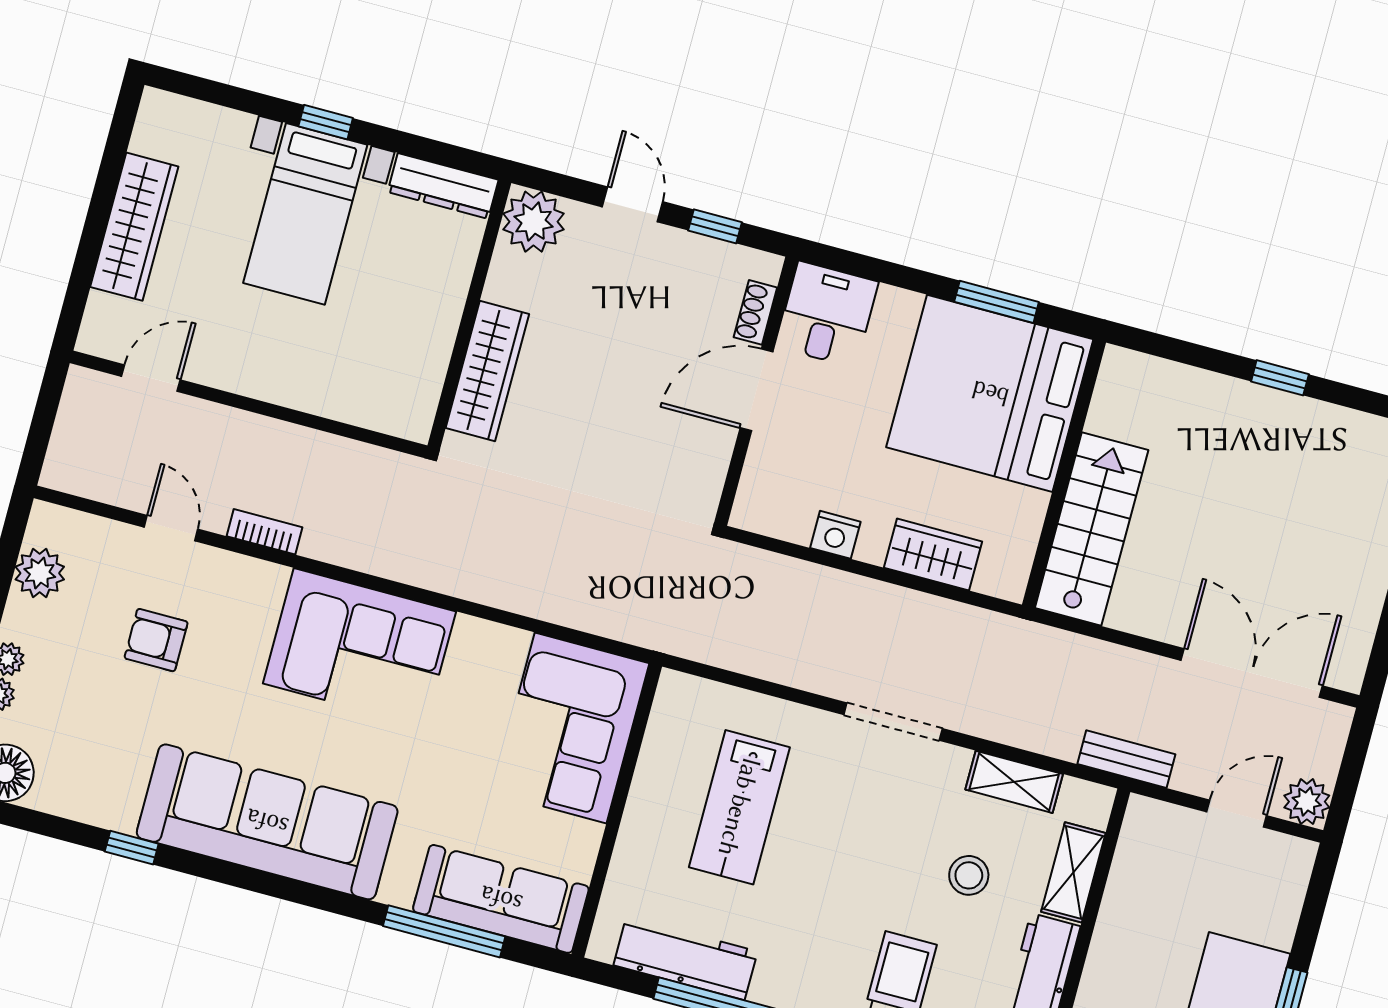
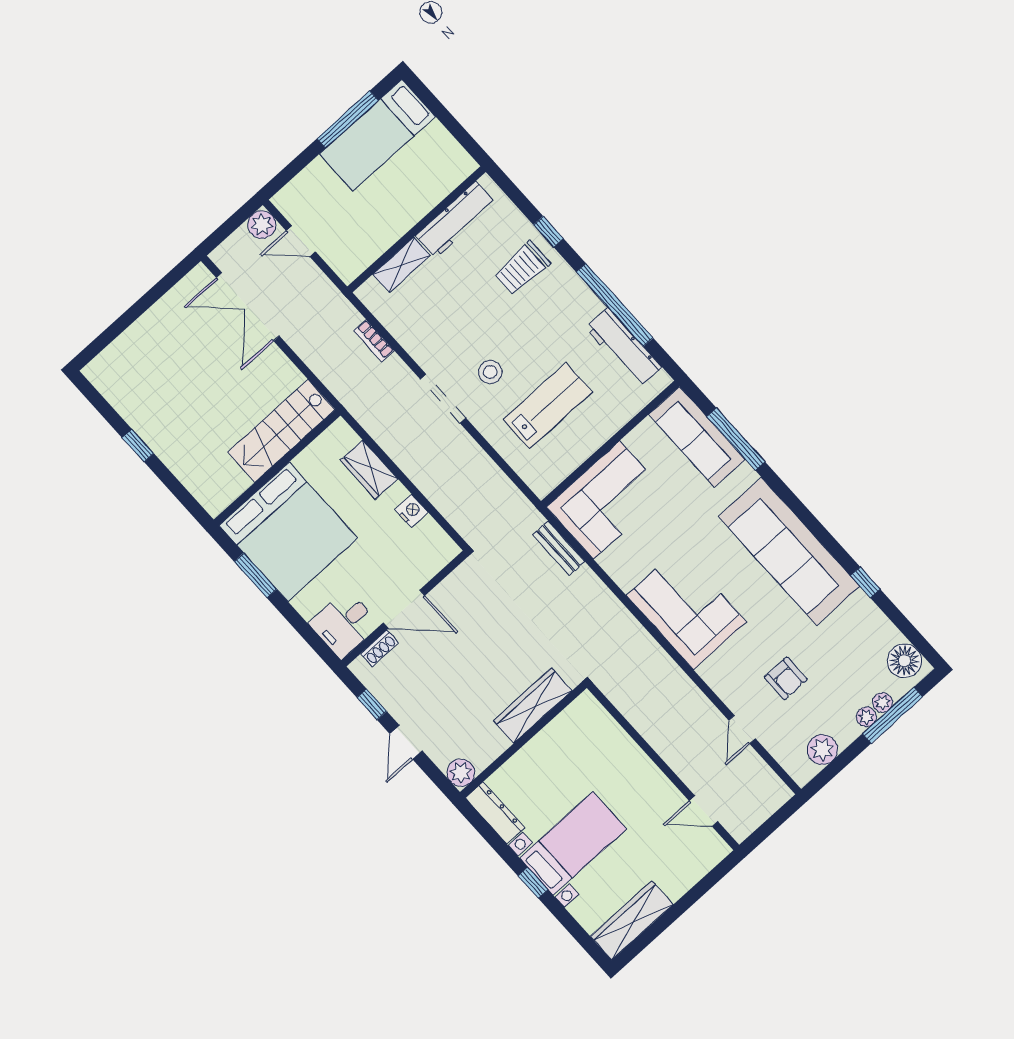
plant: (533, 222) -> (461, 773), width x0.73, depth x0.73
wardrobe: (134, 227) -> (632, 920), moved
bookcase: (264, 532) -> (374, 341), moved
bench: (1126, 759) -> (559, 548), moved
shelving: (1014, 782) -> (402, 329), removed
stool: (969, 875) -> (490, 372), moved

